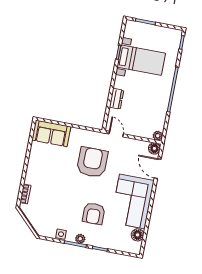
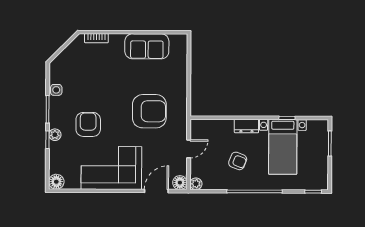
dresser: (116, 99) -> (246, 126), moved
armchair: (146, 99) -> (238, 161), added
sofa: (51, 133) -> (147, 46), moved, turned -90
door: (116, 134) -> (189, 149), moved
armchair: (94, 214) -> (88, 124), turned 90
floor lamp: (138, 235) -> (56, 182), moved
plant: (80, 239) -> (55, 135), moved

